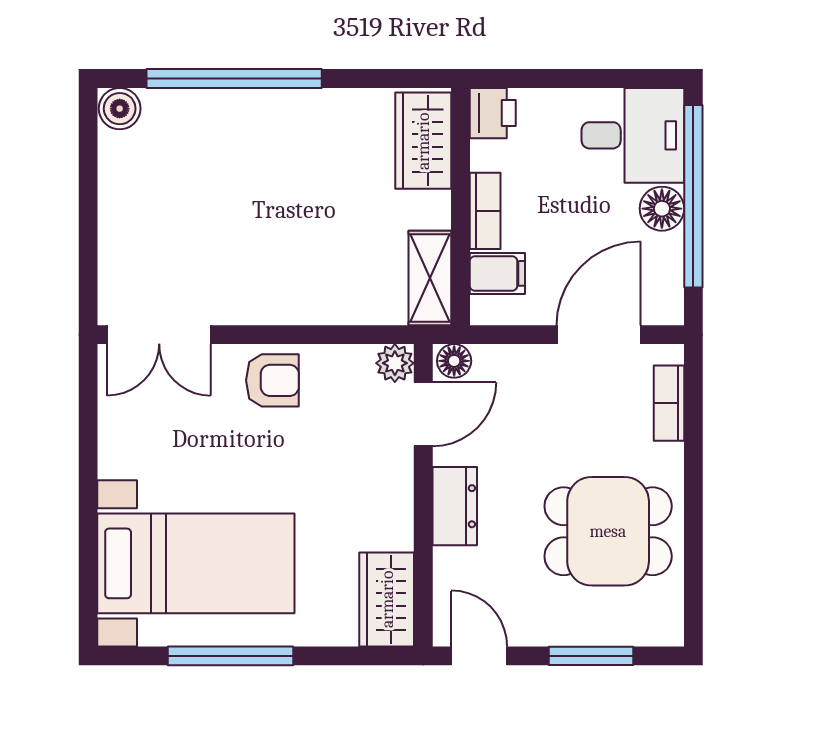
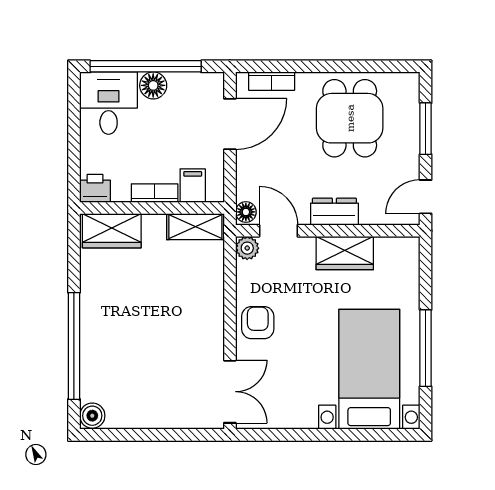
door: (599, 335) -> (230, 124), swing flipped
wardrobe: (387, 599) -> (345, 253), moved

